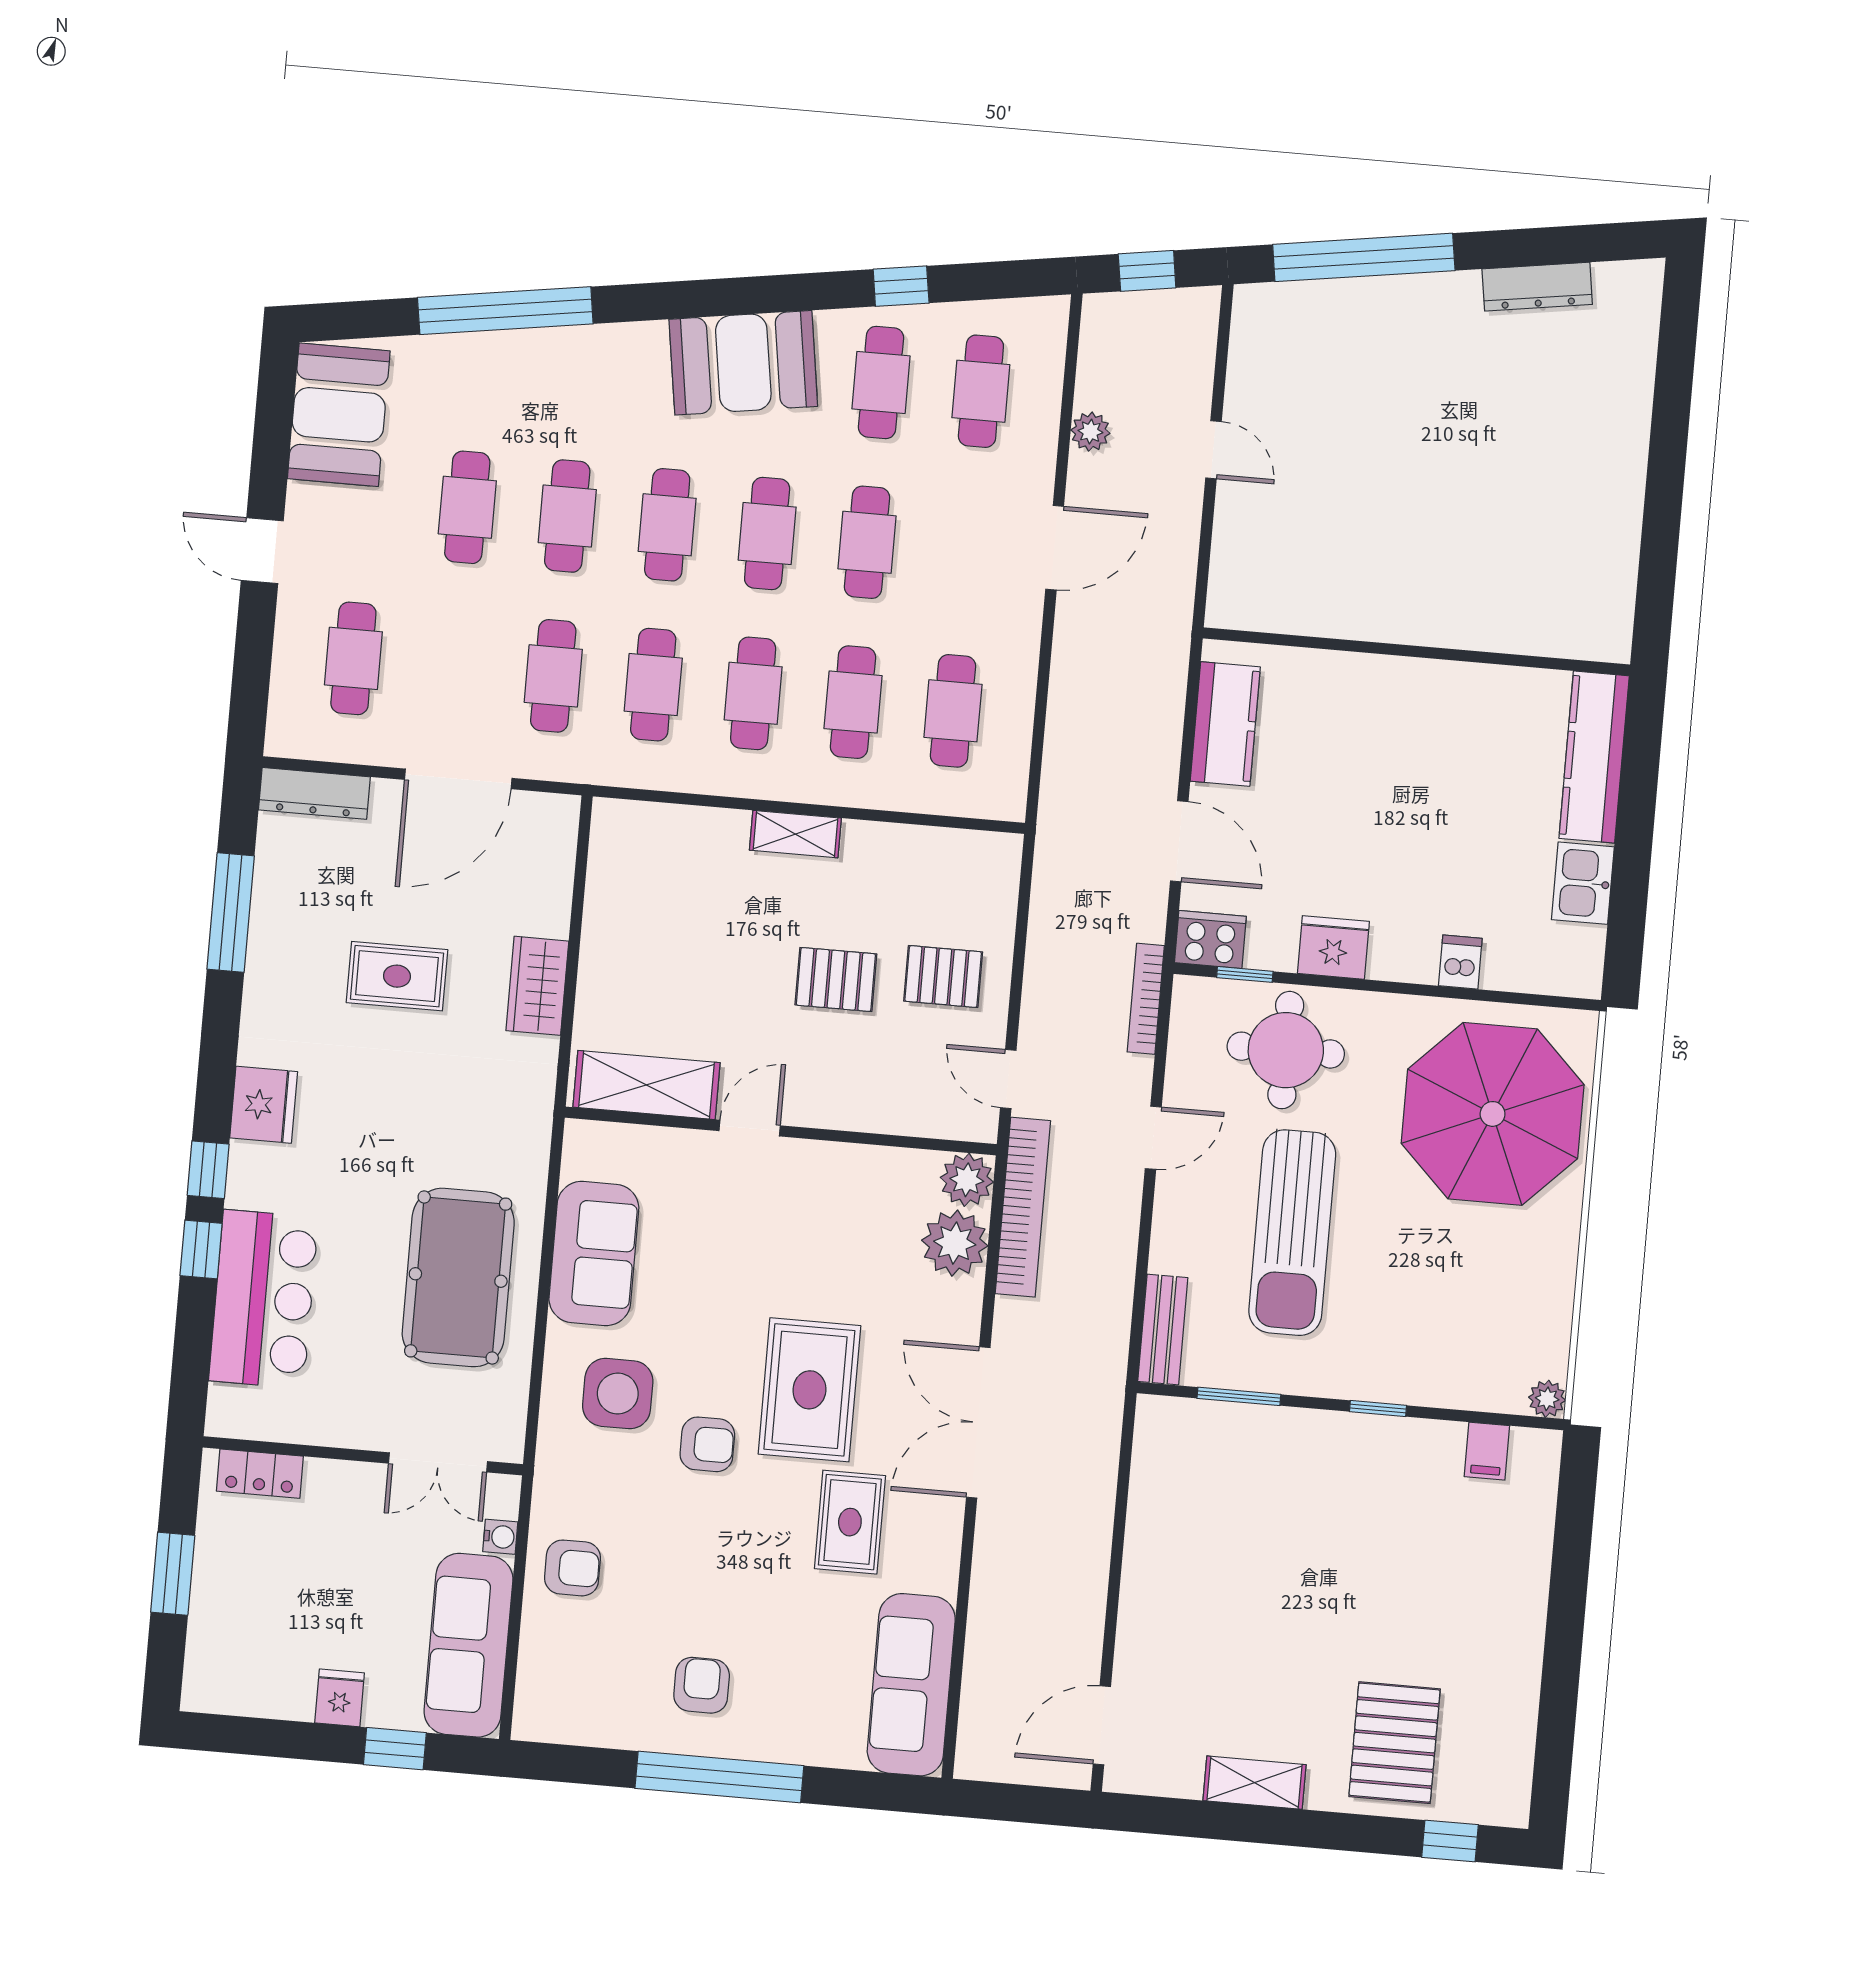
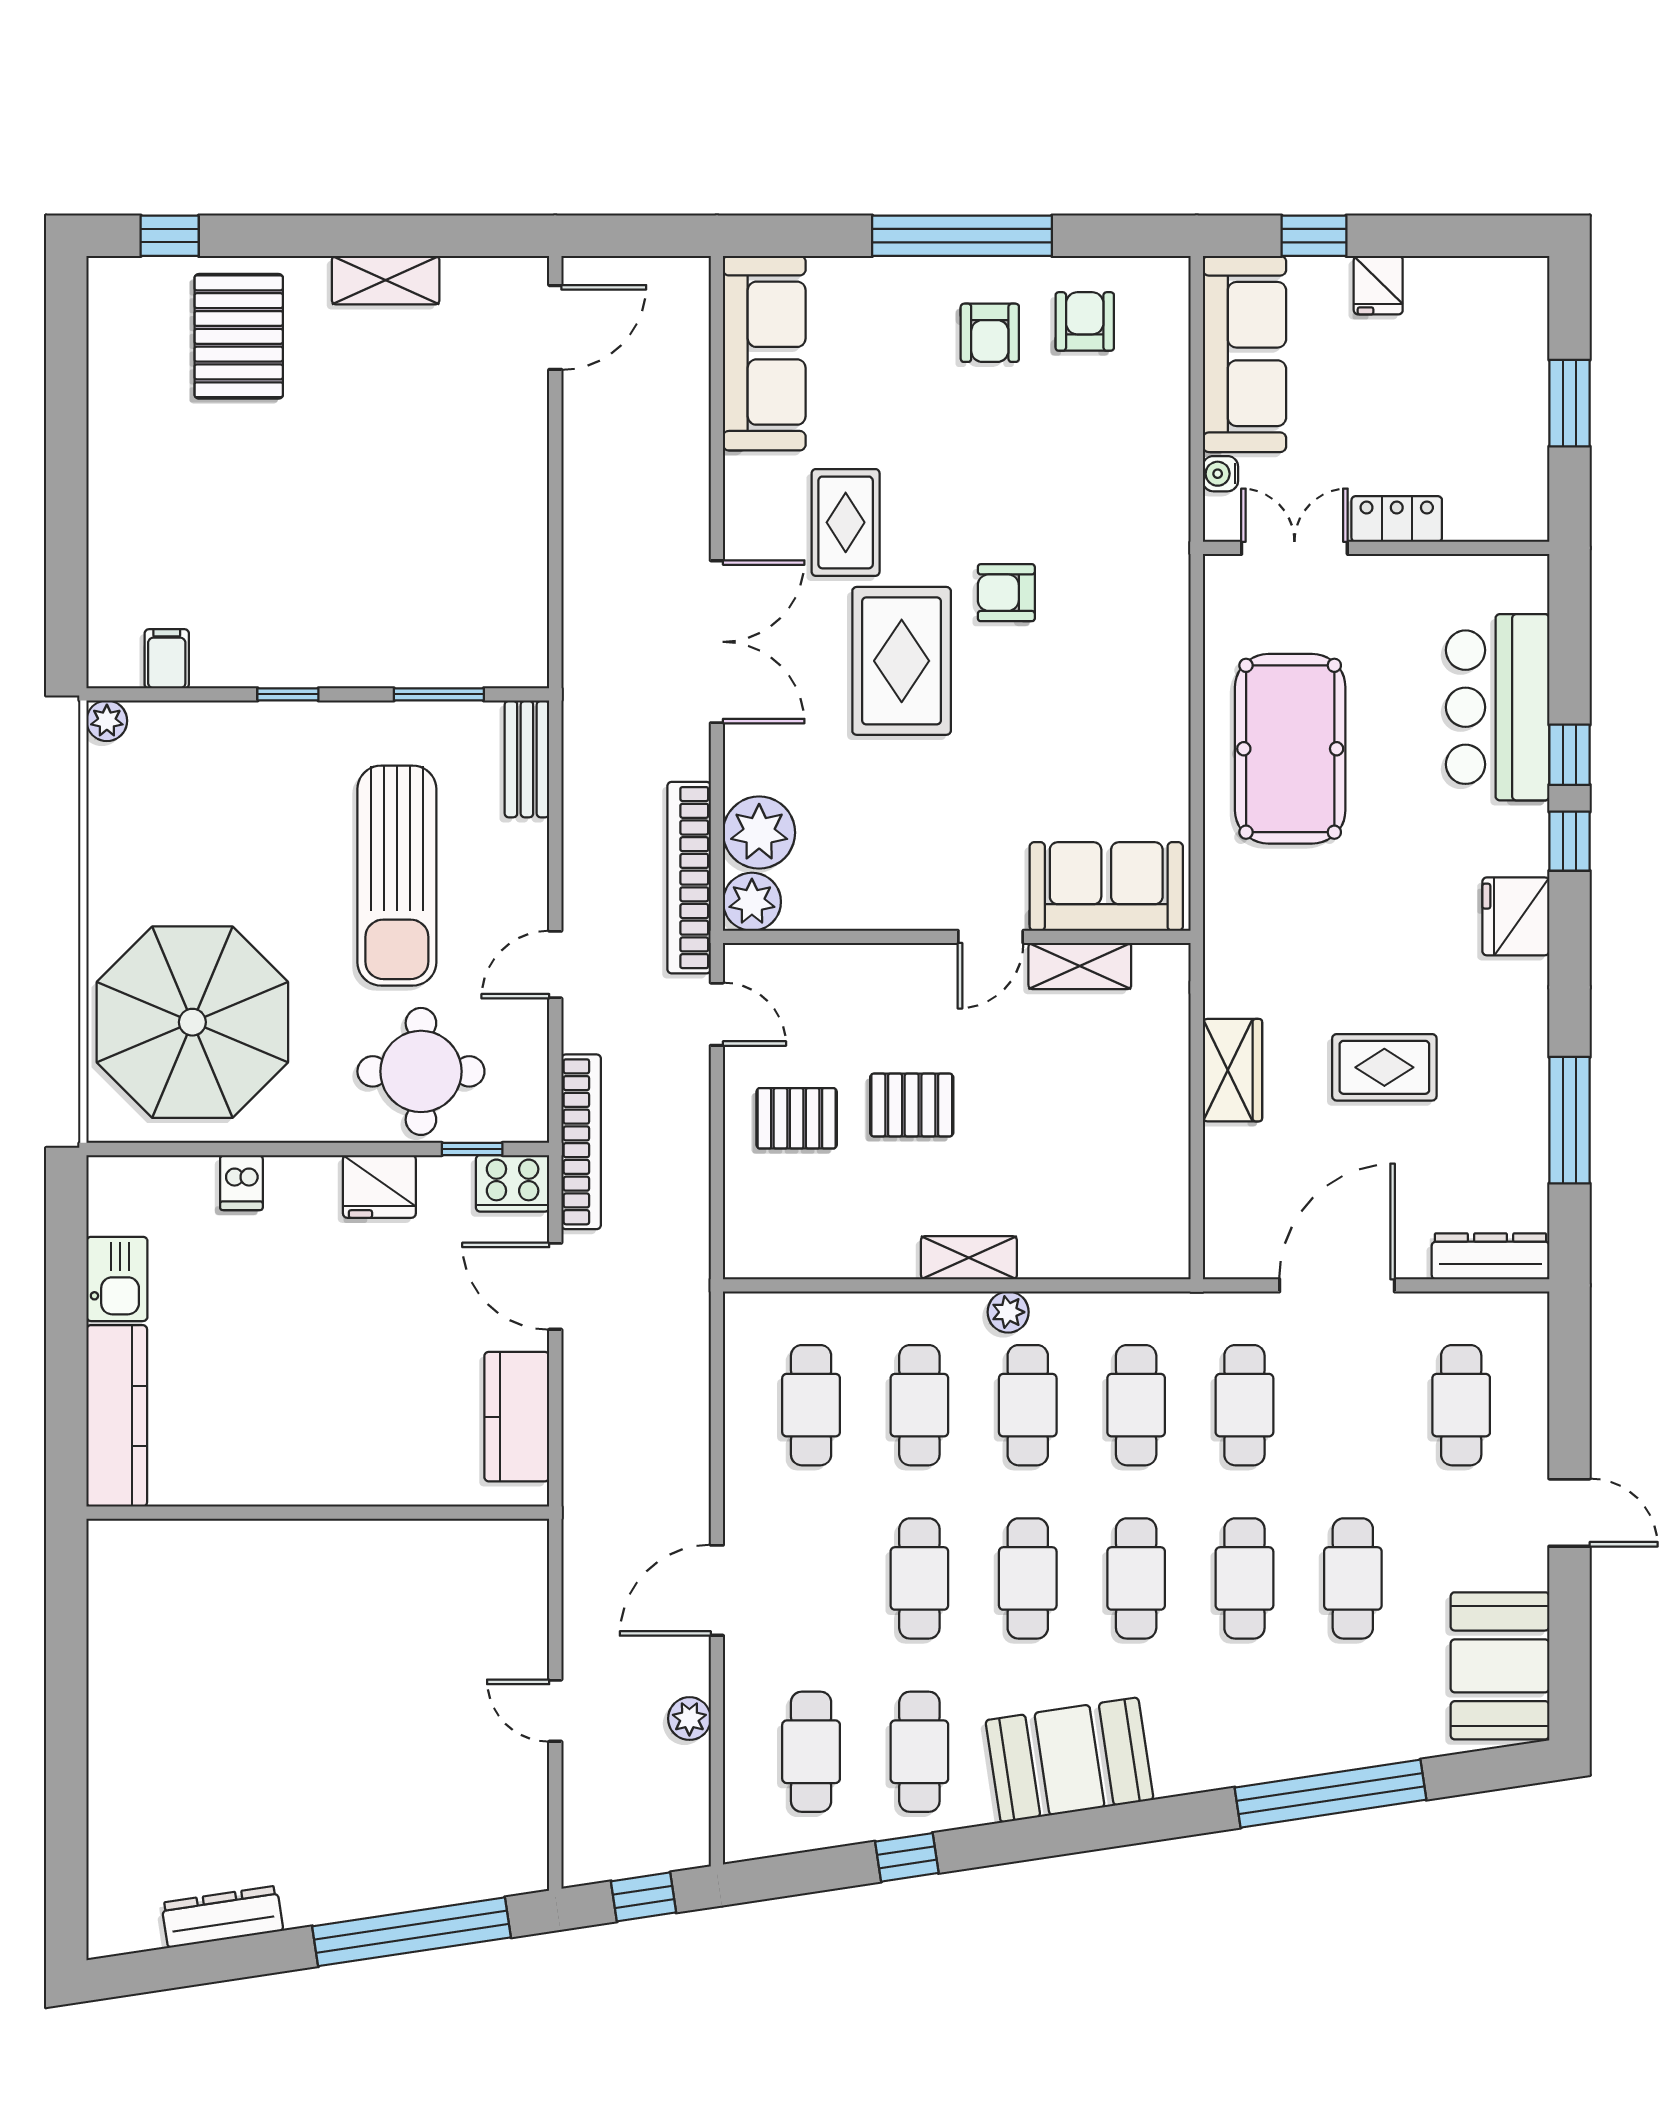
plant: (764, 781) -> (1008, 1312), added
bookcase: (1146, 999) -> (581, 1142), width x1.48, depth x1.31
shelving: (647, 1085) -> (1080, 966), width x0.67, depth x0.75
sun lounger: (1292, 1233) -> (397, 876), turned 180
sofa: (594, 1253) -> (1106, 886), moved, turned 90
side table: (618, 1394) -> (1108, 639), removed
locker: (260, 1474) -> (1397, 519), moved
armchair: (572, 1568) -> (1085, 321), moved, turned 90

